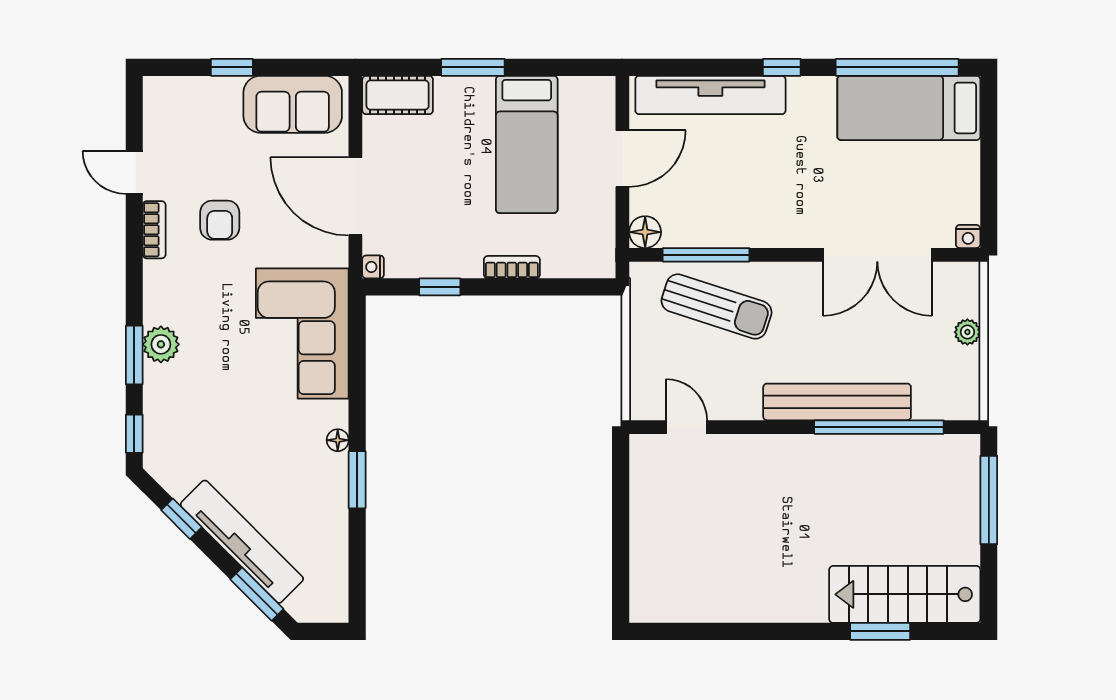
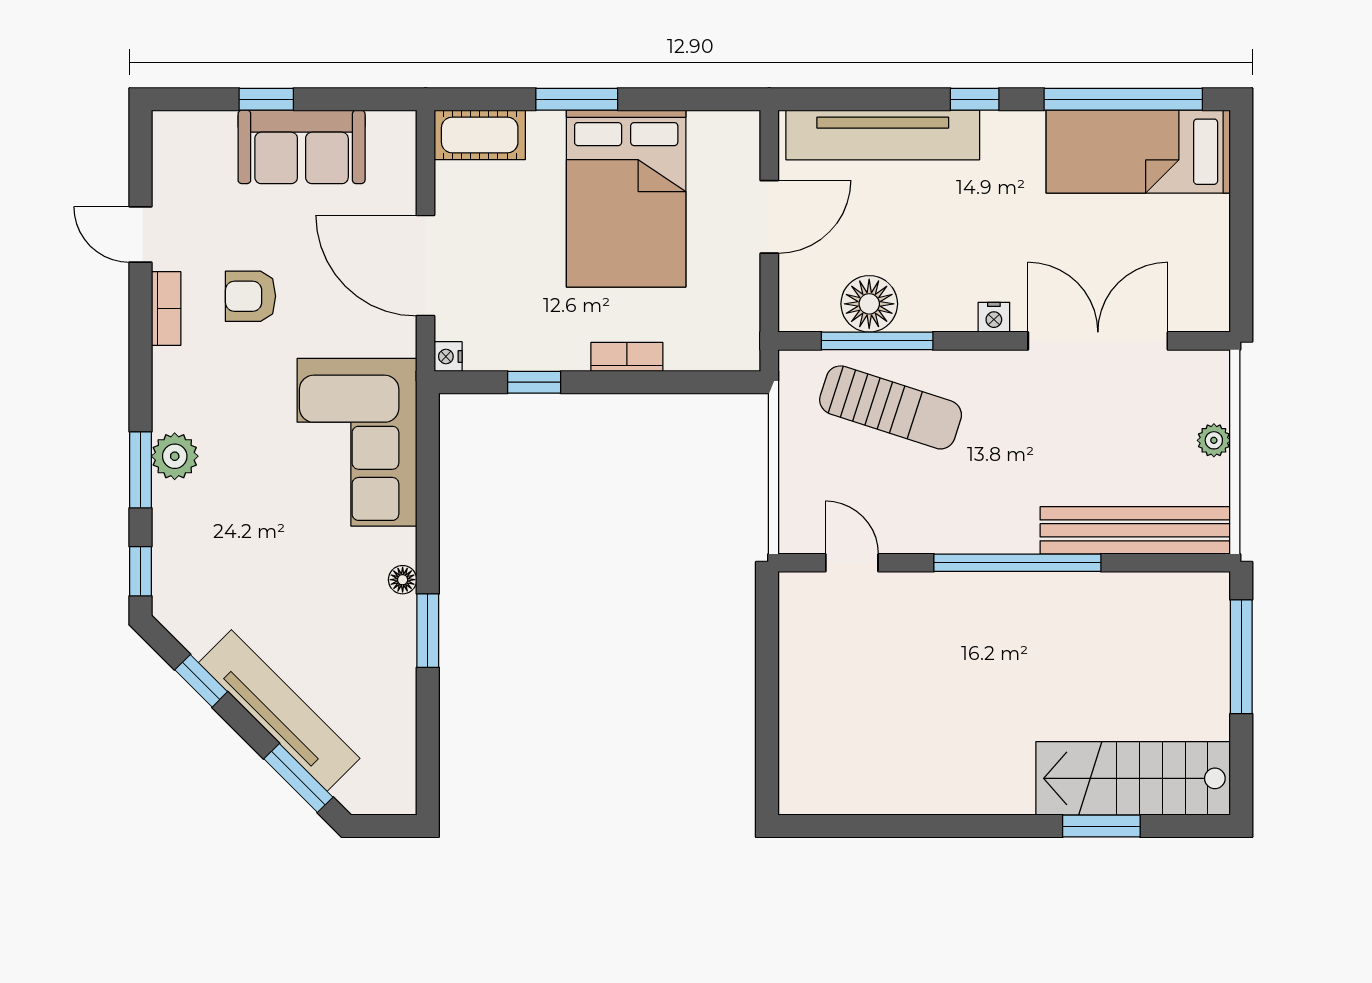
sofa: (293, 104) -> (302, 147), moved
bed: (527, 144) -> (626, 199), width x1.50
armchair: (220, 220) -> (251, 296), turned 90
floor lamp: (645, 232) -> (869, 304), moved, width x1.38, depth x1.38
nightstand: (968, 236) -> (994, 317), moved
double door: (877, 255) -> (1098, 341), swing flipped
bench: (837, 402) -> (1135, 530), moved
window: (879, 427) -> (1017, 563), moved

